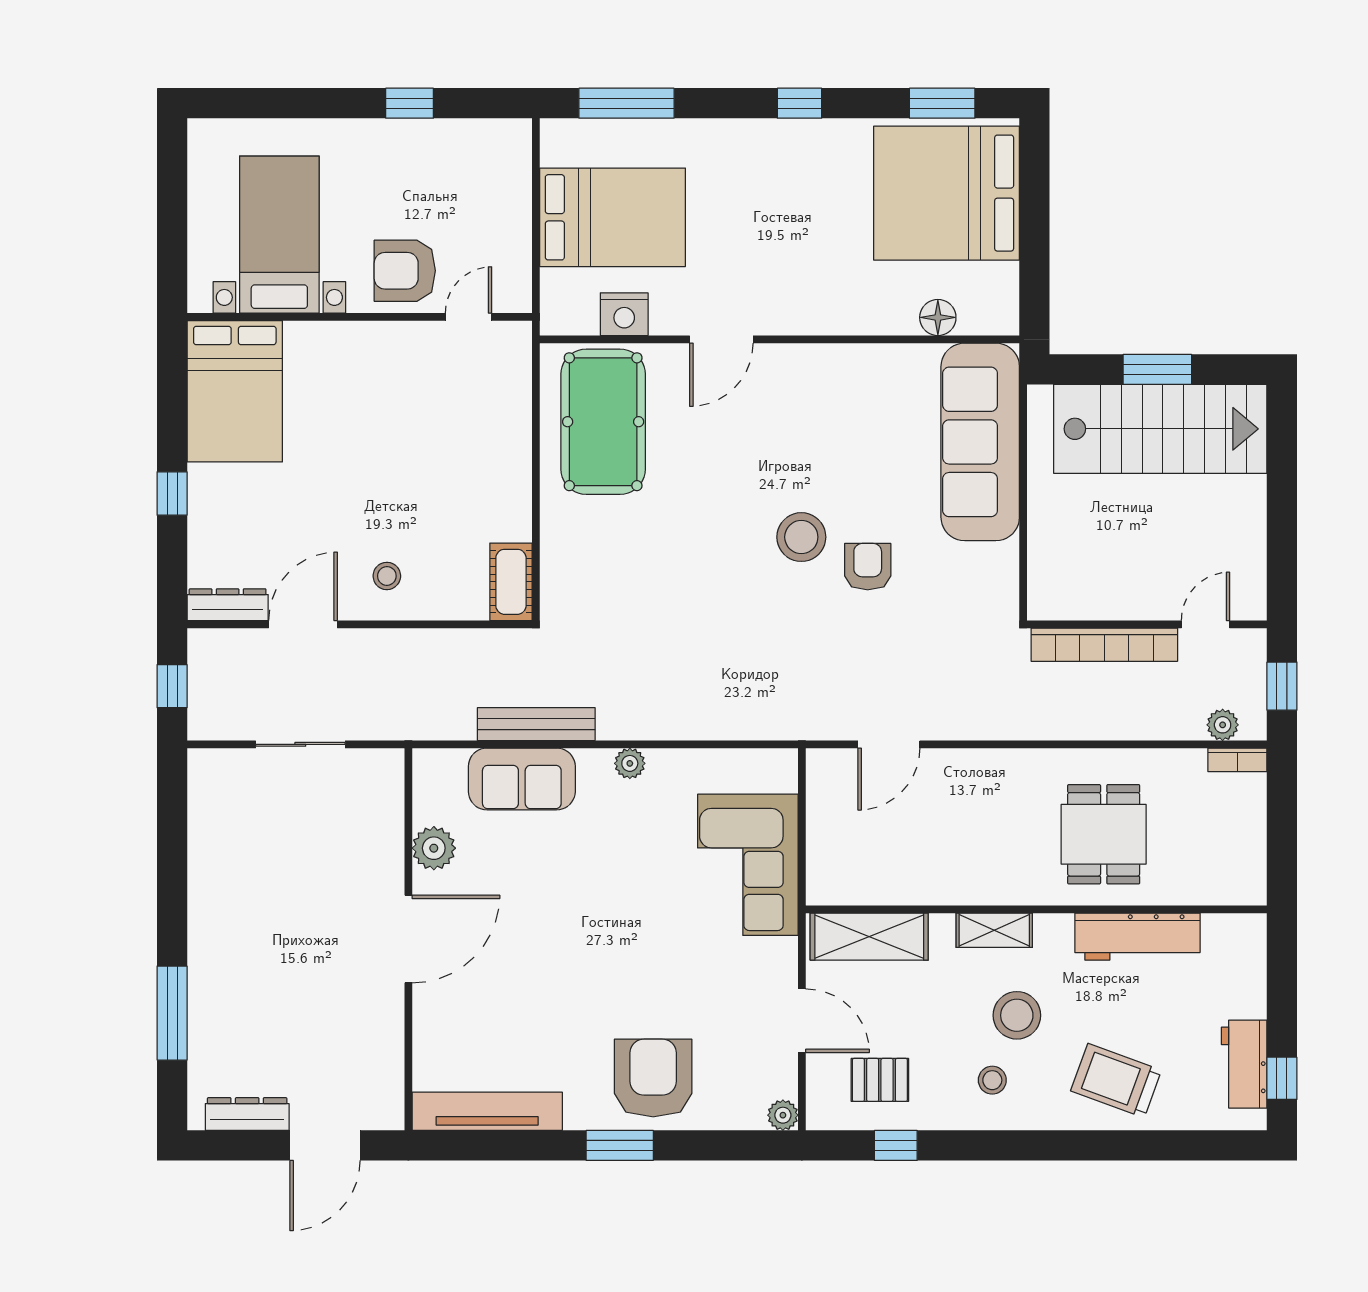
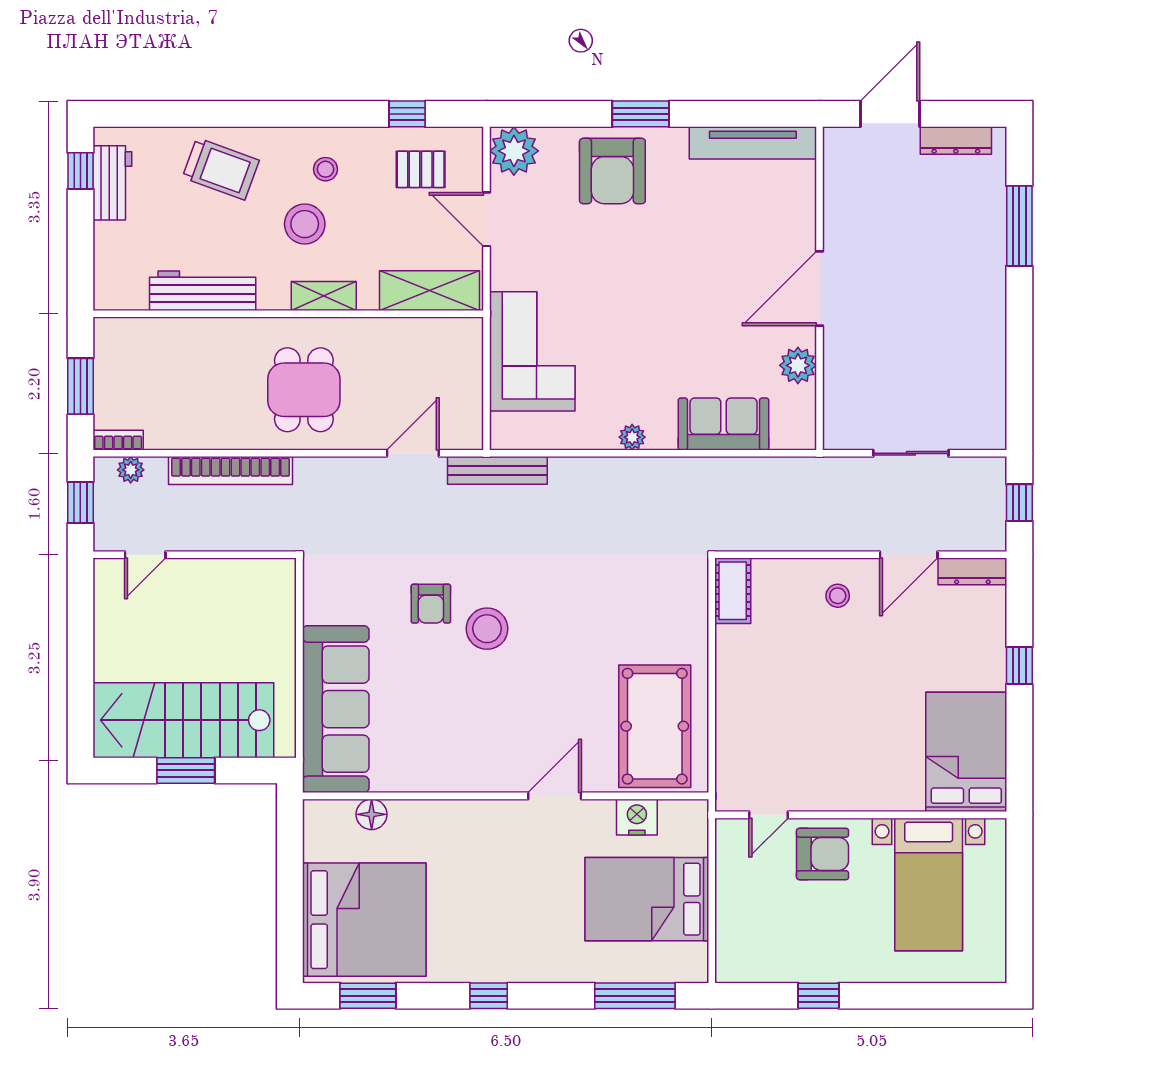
bookcase: (1104, 645) -> (231, 471), moved, turned 180
bench: (536, 724) -> (497, 470), moved
window: (1282, 824) -> (80, 386), added
dining table: (1104, 834) -> (304, 390), moved
plant: (783, 1115) -> (514, 151), width x1.88, depth x1.88

